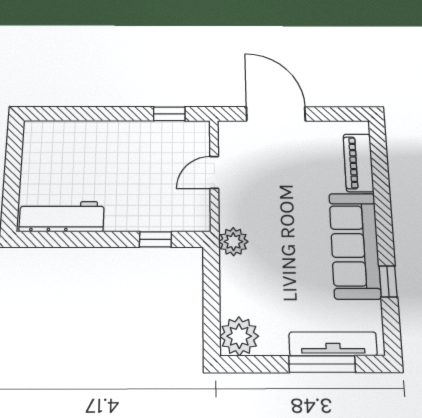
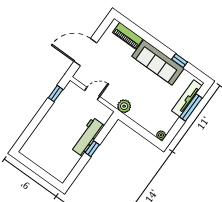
door: (214, 172) -> (92, 94), swing flipped
workbench: (62, 217) -> (88, 137), moved
window: (155, 239) -> (92, 149), moved
plant: (239, 336) -> (161, 135), width x0.53, depth x0.53

